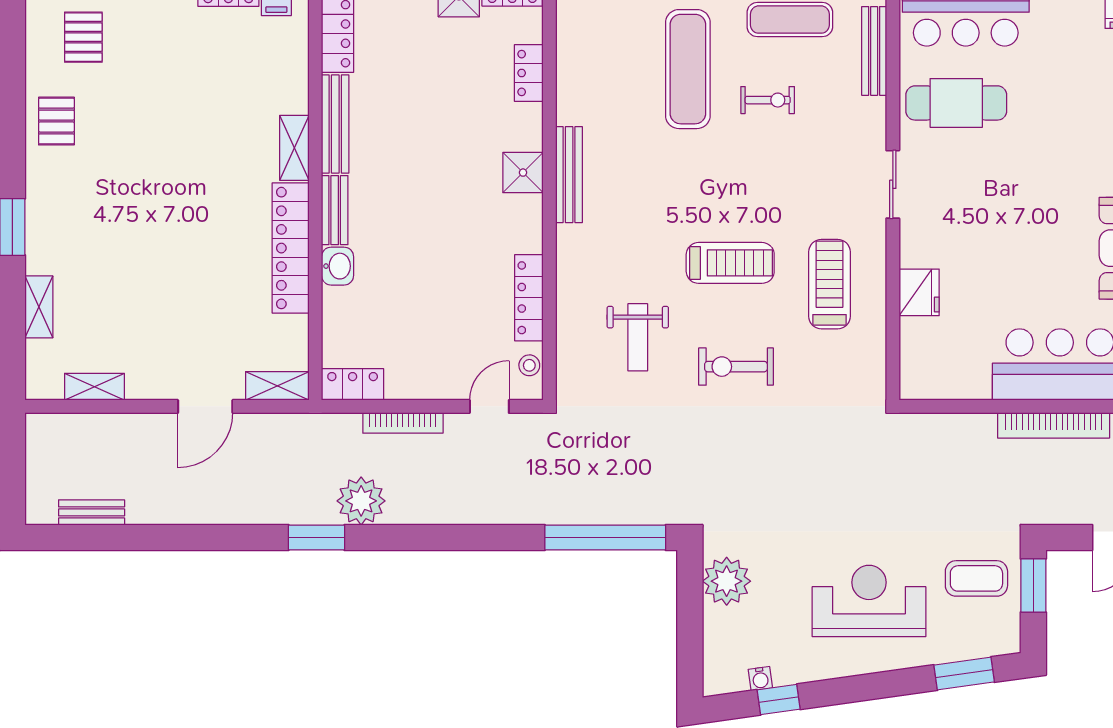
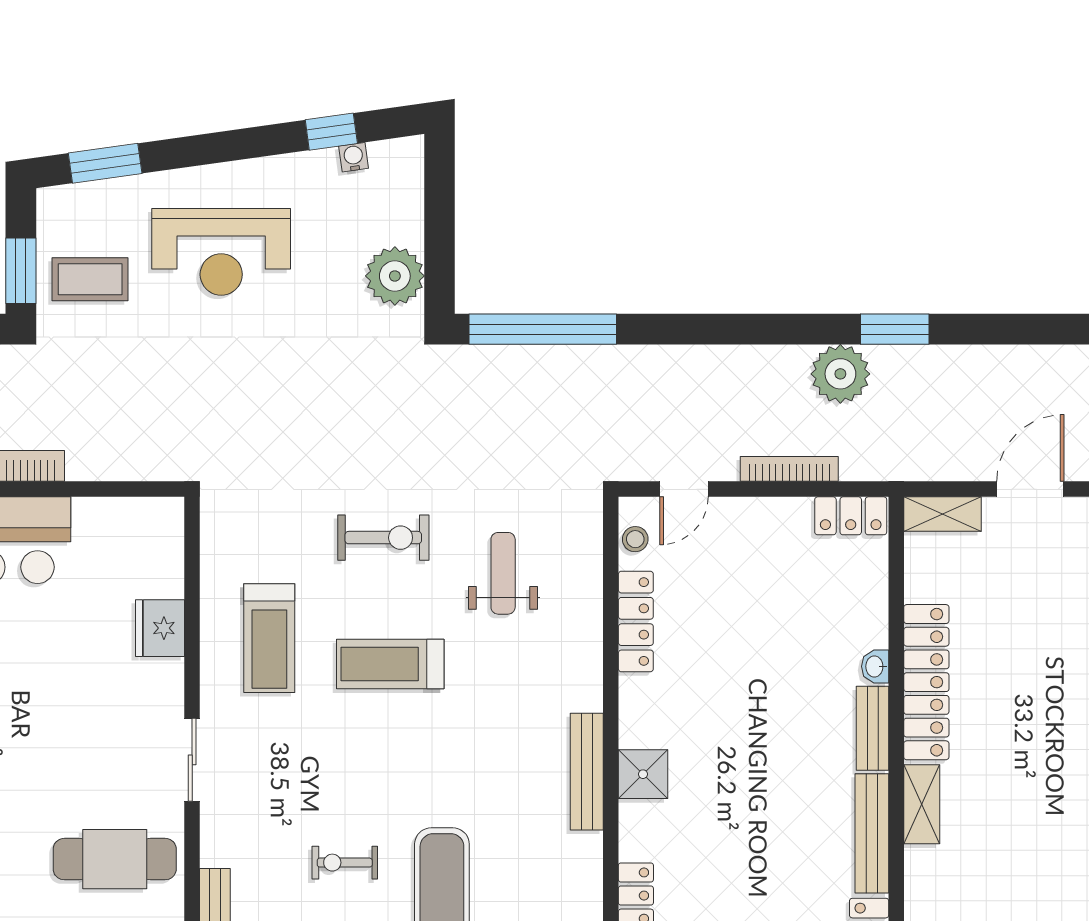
washbasin: (338, 266) -> (875, 666), width x0.72, depth x0.69

